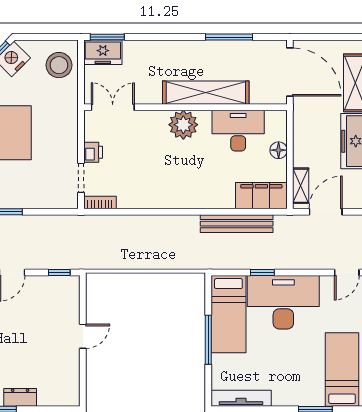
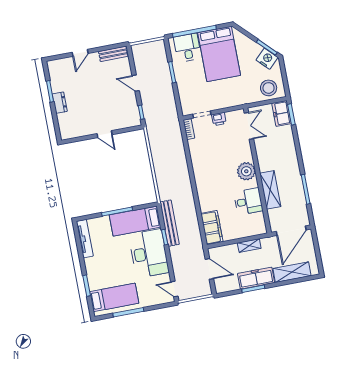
shelving: (206, 93) -> (270, 190), width x0.68
desk: (238, 131) -> (248, 201), width x0.73
floor lamp: (279, 150) -> (242, 233), removed
shelving: (301, 186) -> (249, 246), moved
bench: (237, 224) -> (170, 223), moved

